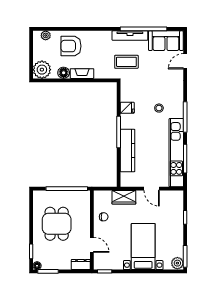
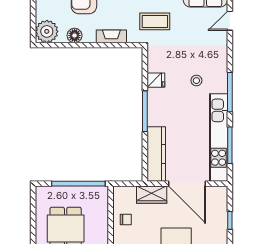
fireplace: (82, 74) -> (111, 36), moved
kitchen counter: (128, 151) -> (156, 154), moved
door: (152, 189) -> (187, 184), width x1.87

